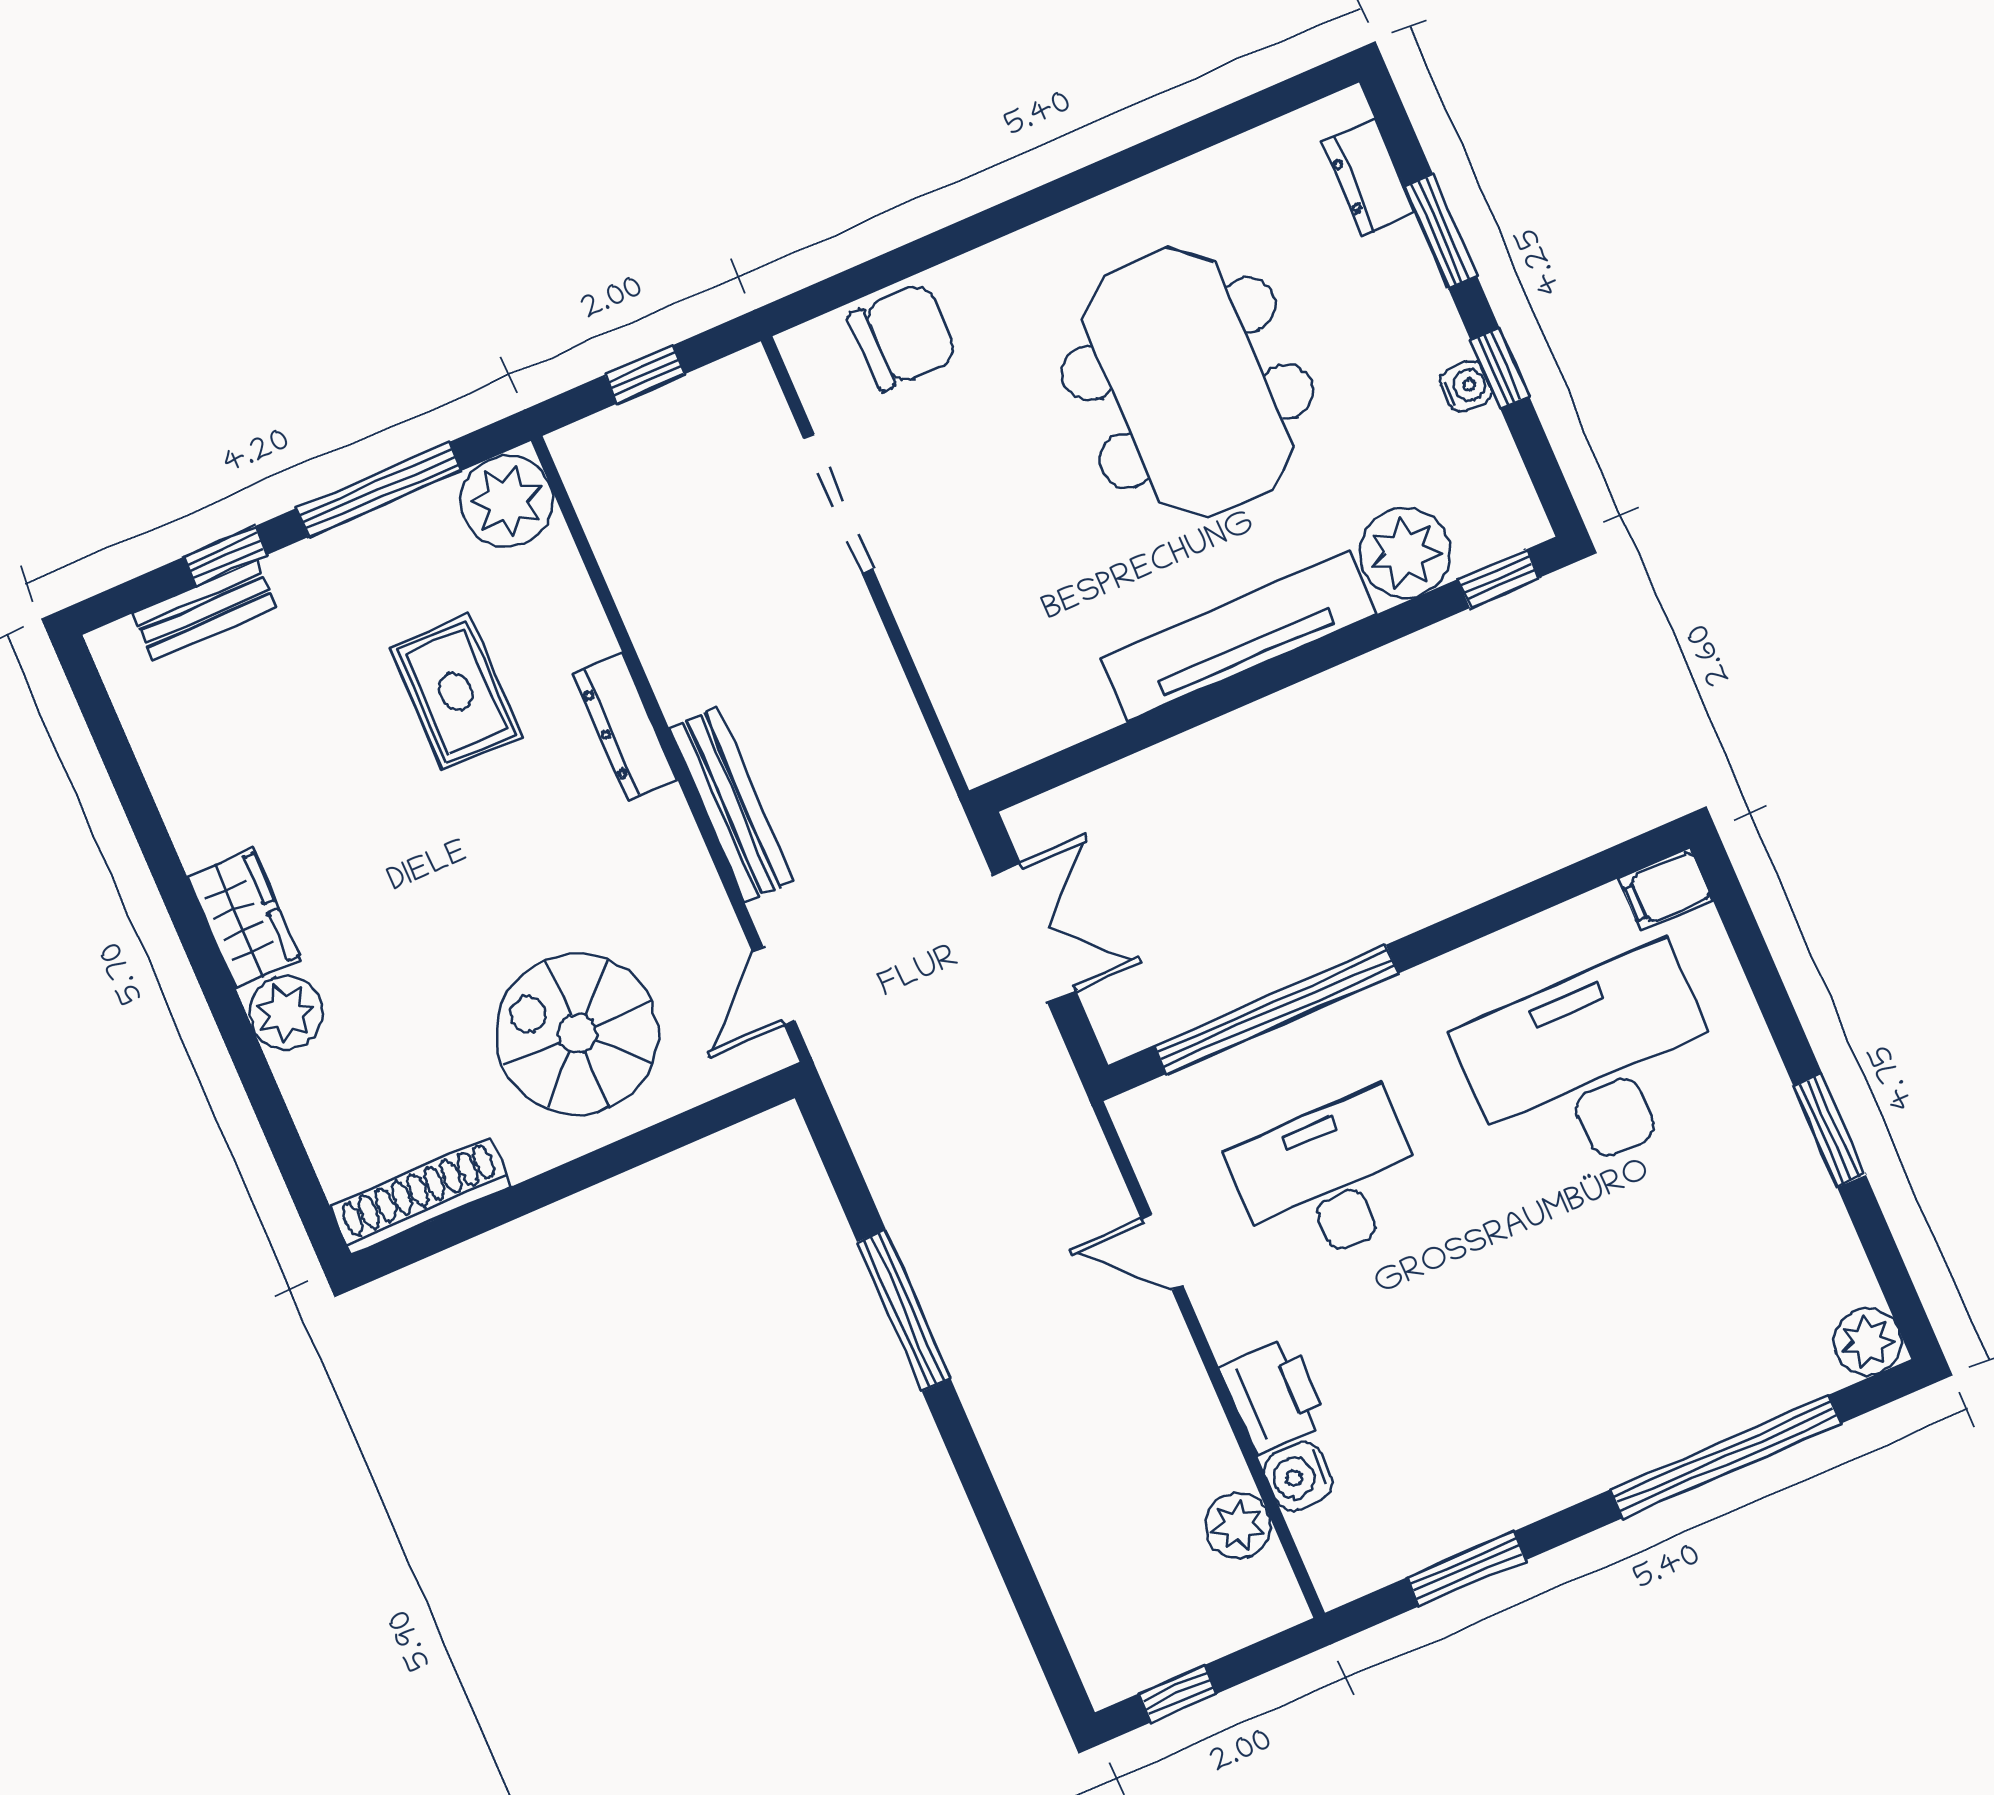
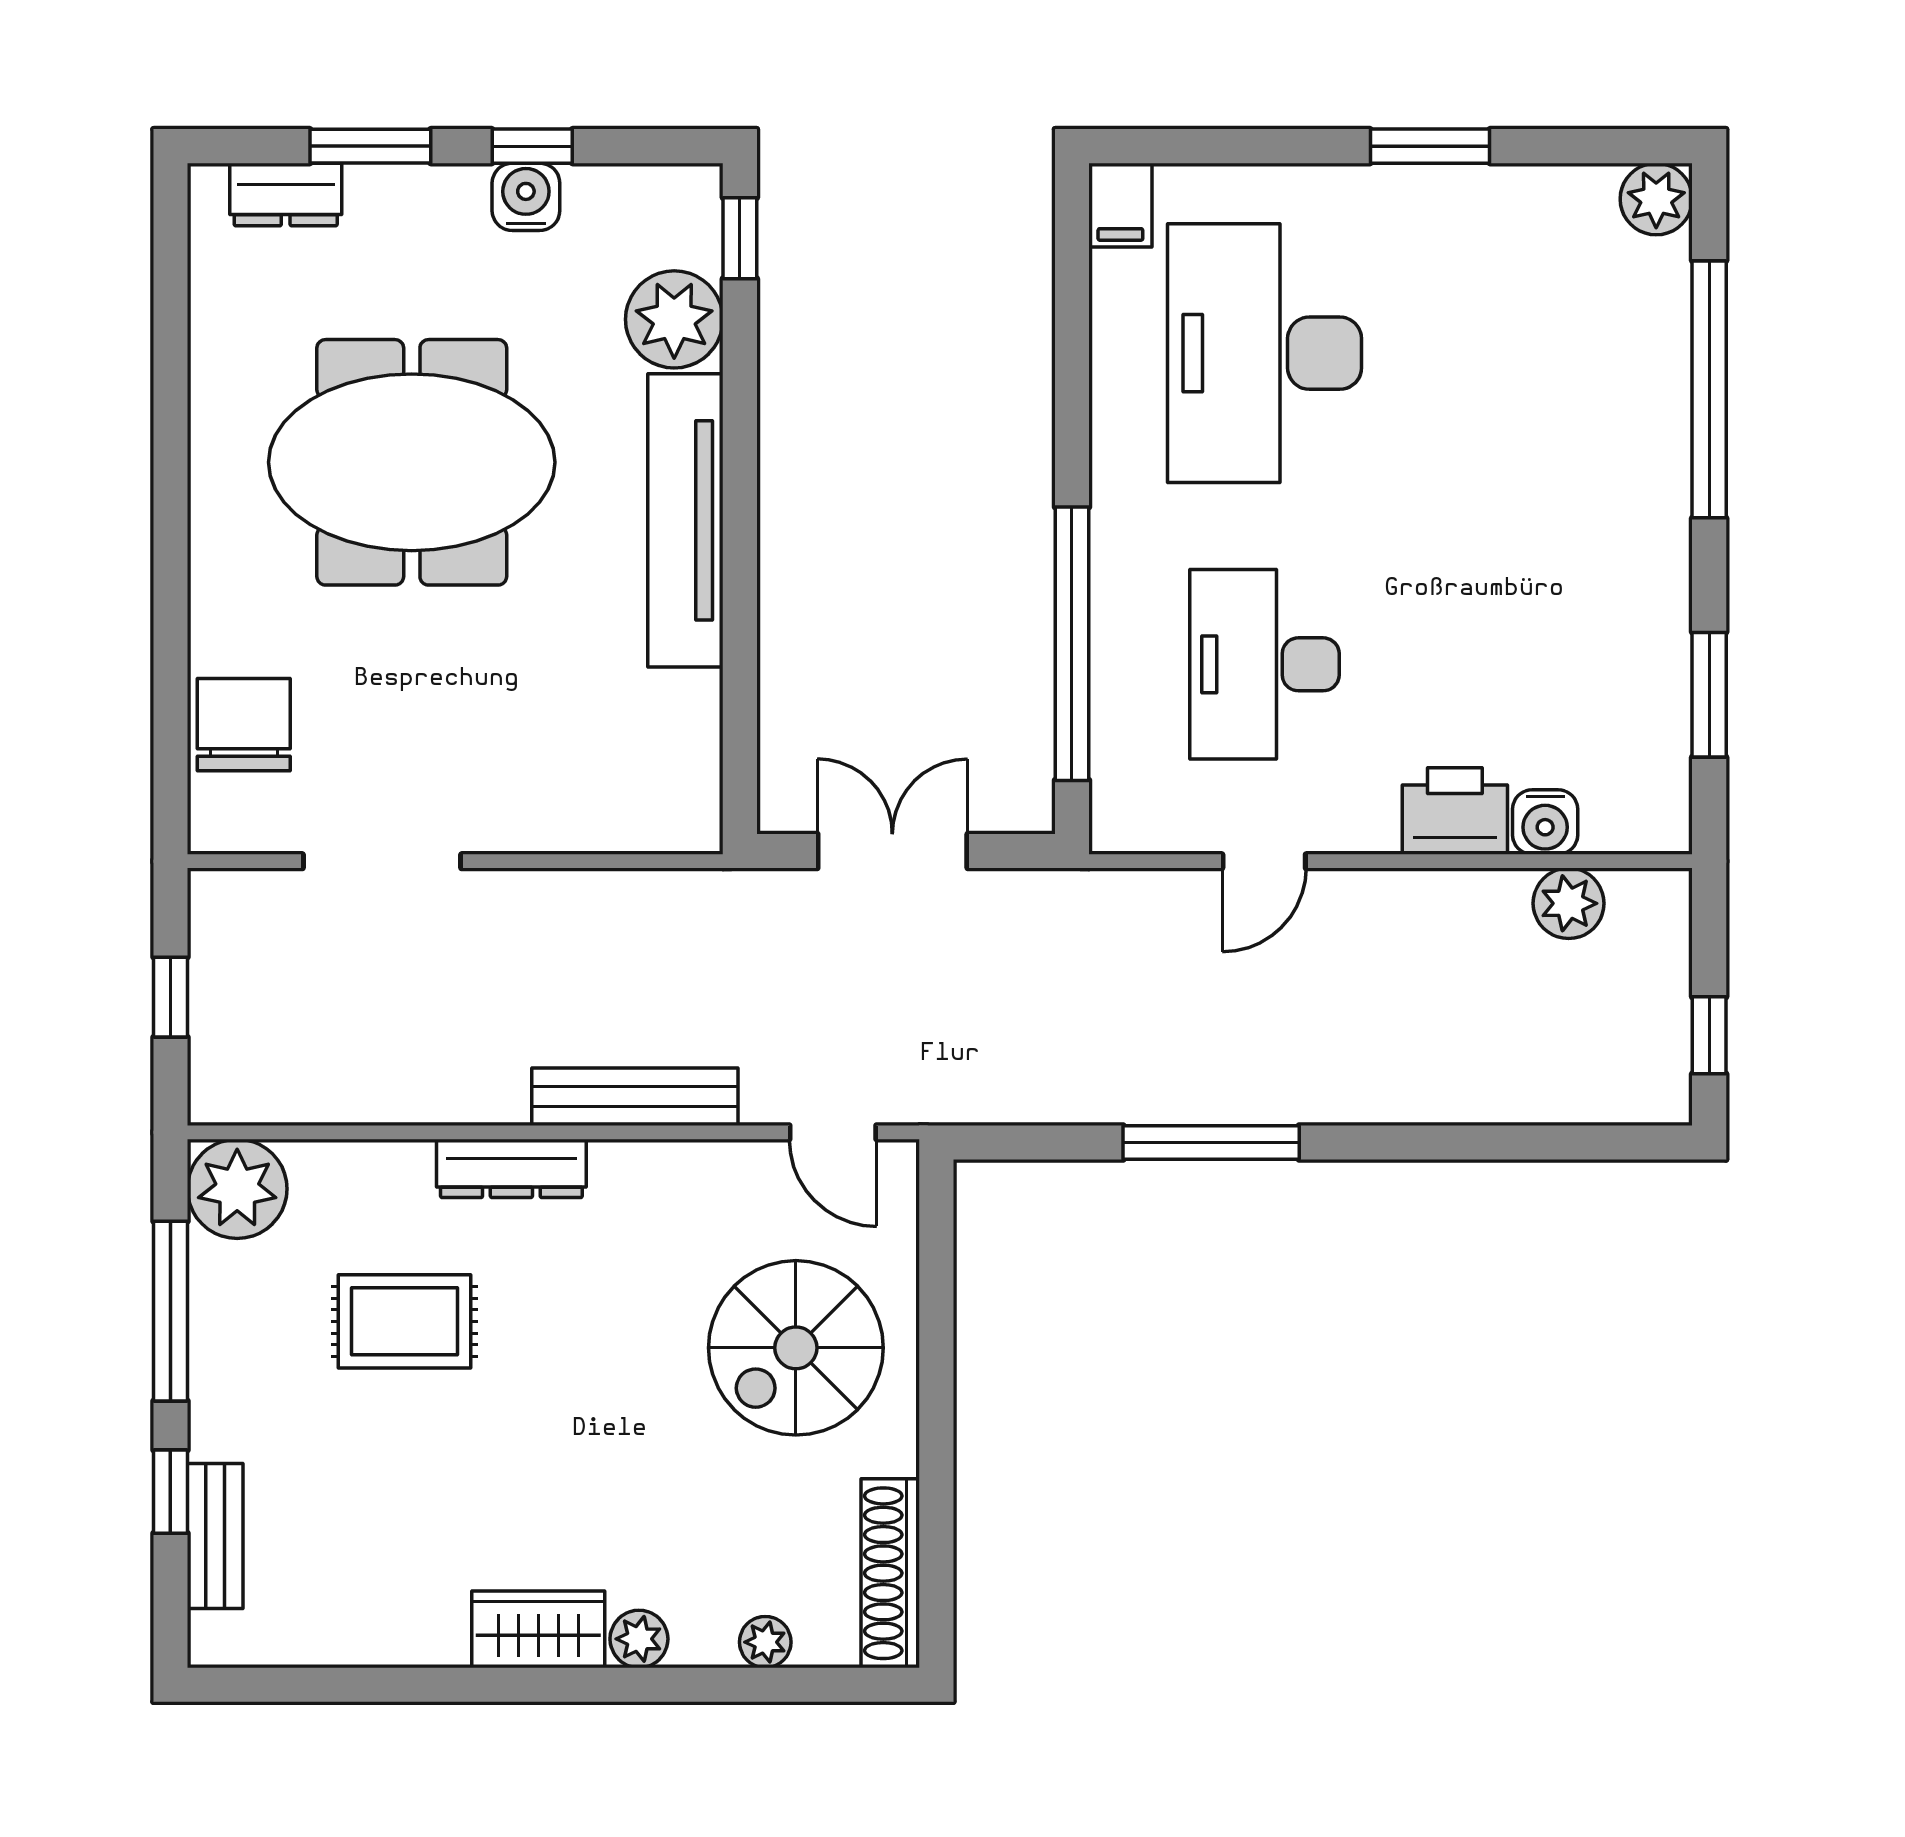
water cooler: (1466, 386) -> (526, 197), width x1.38, depth x1.38
plant: (286, 1013) -> (639, 1639), width x0.73, depth x0.73
plant: (316, 1116) -> (765, 1642), added

